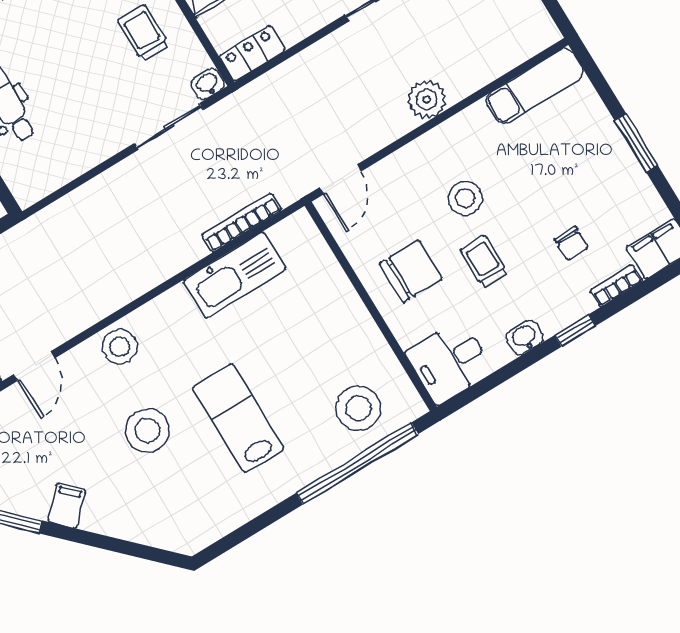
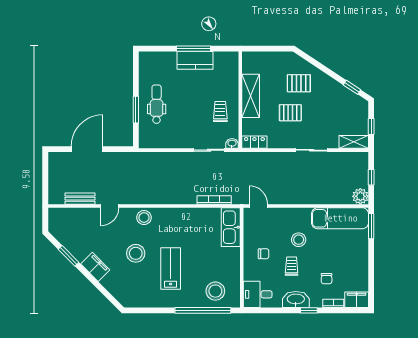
exam couch: (535, 86) -> (340, 218), width x1.36, depth x1.45
plant: (427, 99) -> (360, 196), moved
window: (636, 143) -> (371, 226), moved
door: (340, 179) -> (258, 206), swing flipped
chair: (411, 271) -> (264, 254), width x0.54, depth x0.54
kitchen sink: (234, 275) -> (231, 227), moved, turned 90
washbasin: (525, 338) -> (296, 299), width x1.91, depth x1.45
filing cabinet: (67, 506) -> (95, 267), width x2.00

